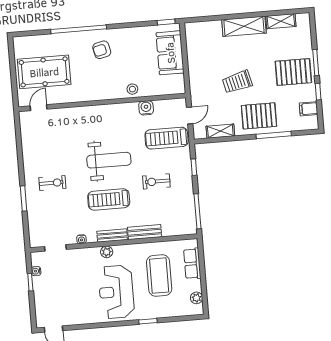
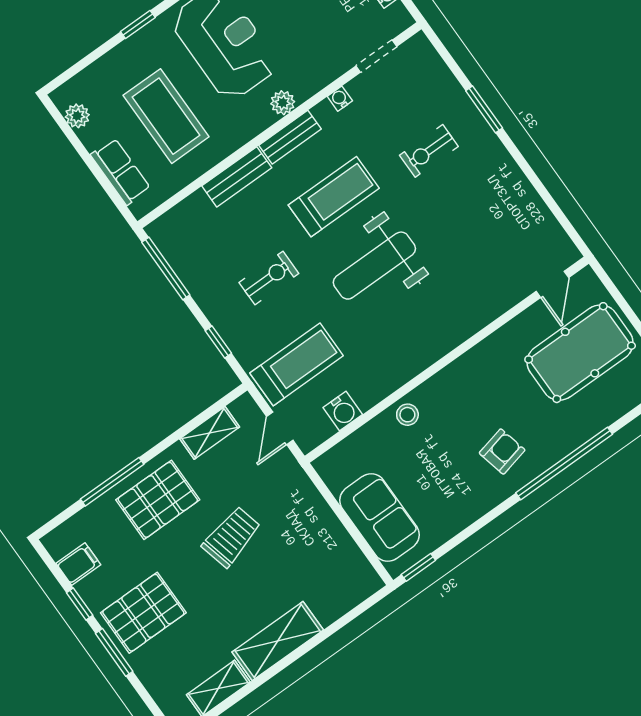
water cooler: (146, 108) -> (343, 411), moved
exercise bike: (52, 183) -> (429, 151), moved

